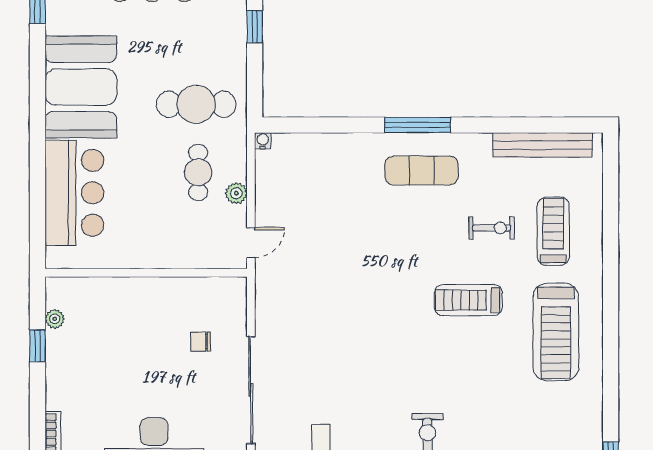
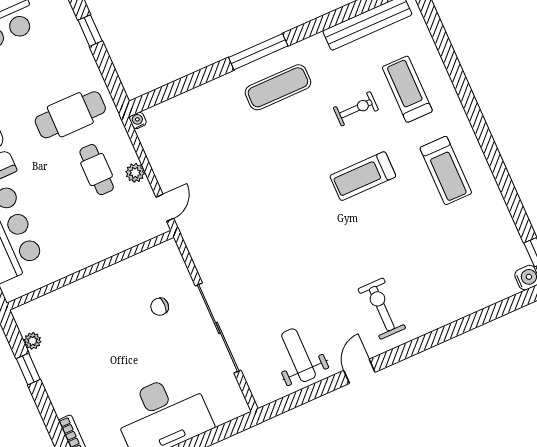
treadmill: (556, 332) -> (446, 170), width x0.73, depth x0.73

